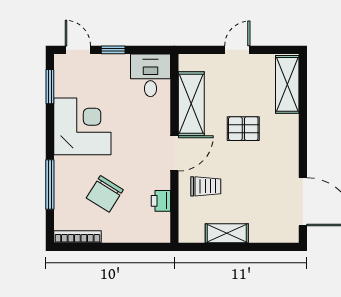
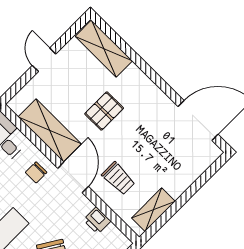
chair: (152, 124) -> (36, 172), added
trolley: (206, 186) -> (118, 178), turned 90
shelving: (227, 233) -> (153, 210), moved

